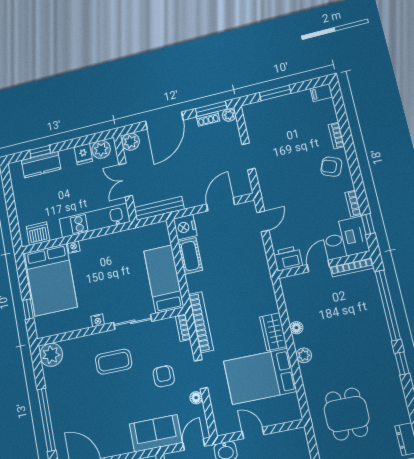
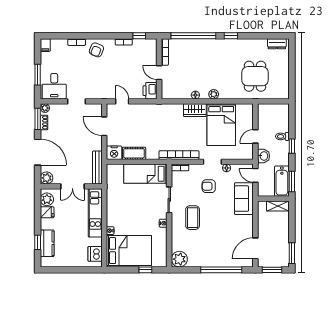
desk: (346, 238) -> (54, 86), moved, turned 180
dining table: (347, 414) -> (255, 76), turned 90

